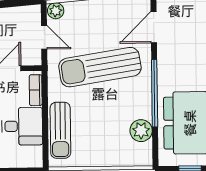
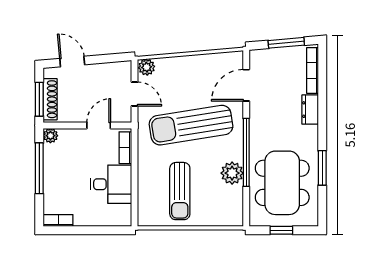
sun lounger: (60, 130) -> (180, 191), moved
plant: (141, 131) -> (232, 173), moved

